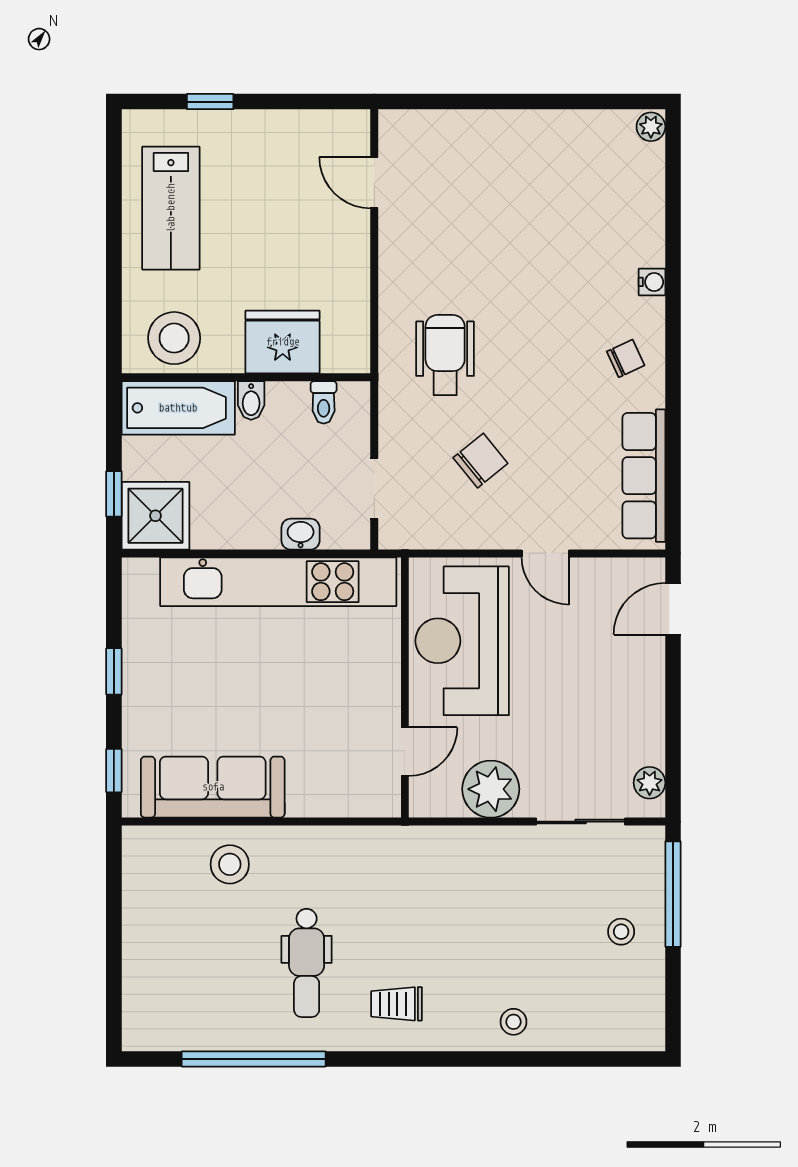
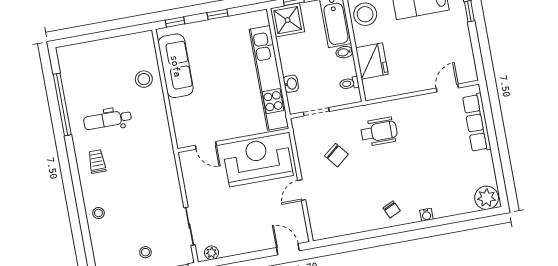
plant: (651, 127) -> (487, 198), width x1.88, depth x1.88
row of seats: (644, 476) -> (477, 123), moved, turned -90
plant: (491, 789) -> (196, 185), removed

